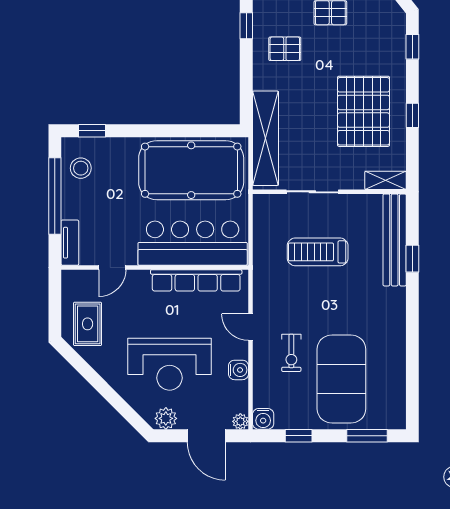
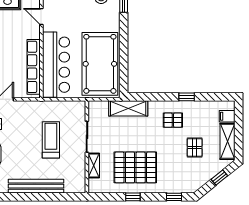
pallet: (285, 49) -> (173, 120), turned 90
shelving: (265, 138) -> (128, 108), width x0.68
shelving: (385, 180) -> (94, 166), moved
bench: (395, 240) -> (36, 186), moved
window: (412, 259) -> (47, 197), removed

